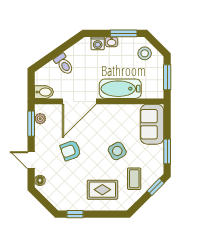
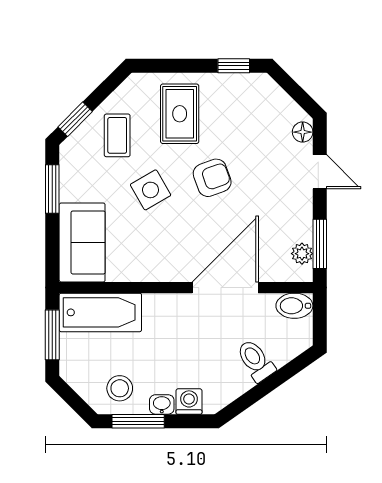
stool: (145, 53) -> (120, 388), moved
bathtub: (120, 89) -> (100, 312), moved
armchair: (71, 150) -> (212, 178), moved
rug: (102, 190) -> (180, 114), turned 90

